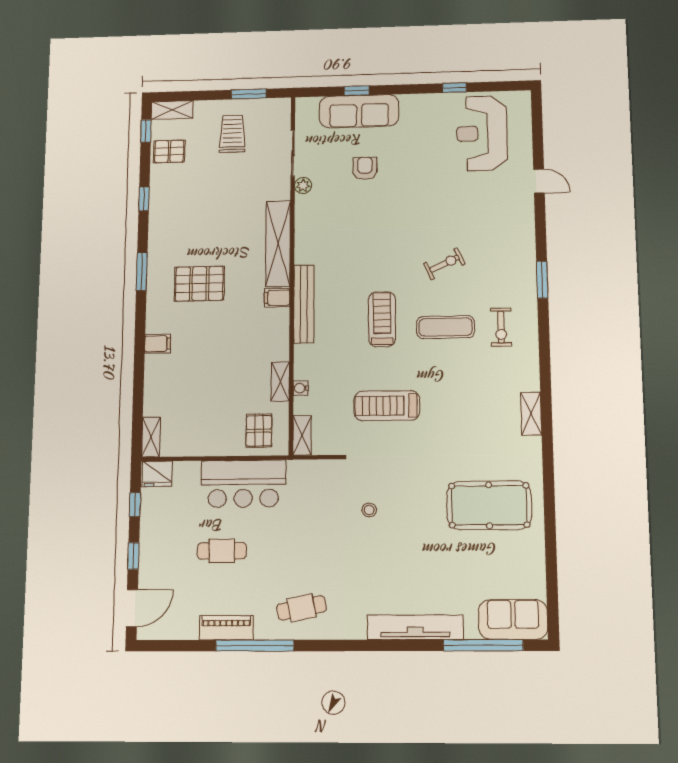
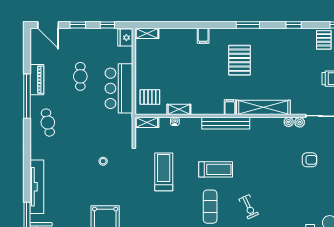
plant: (303, 203) -> (289, 122), added

